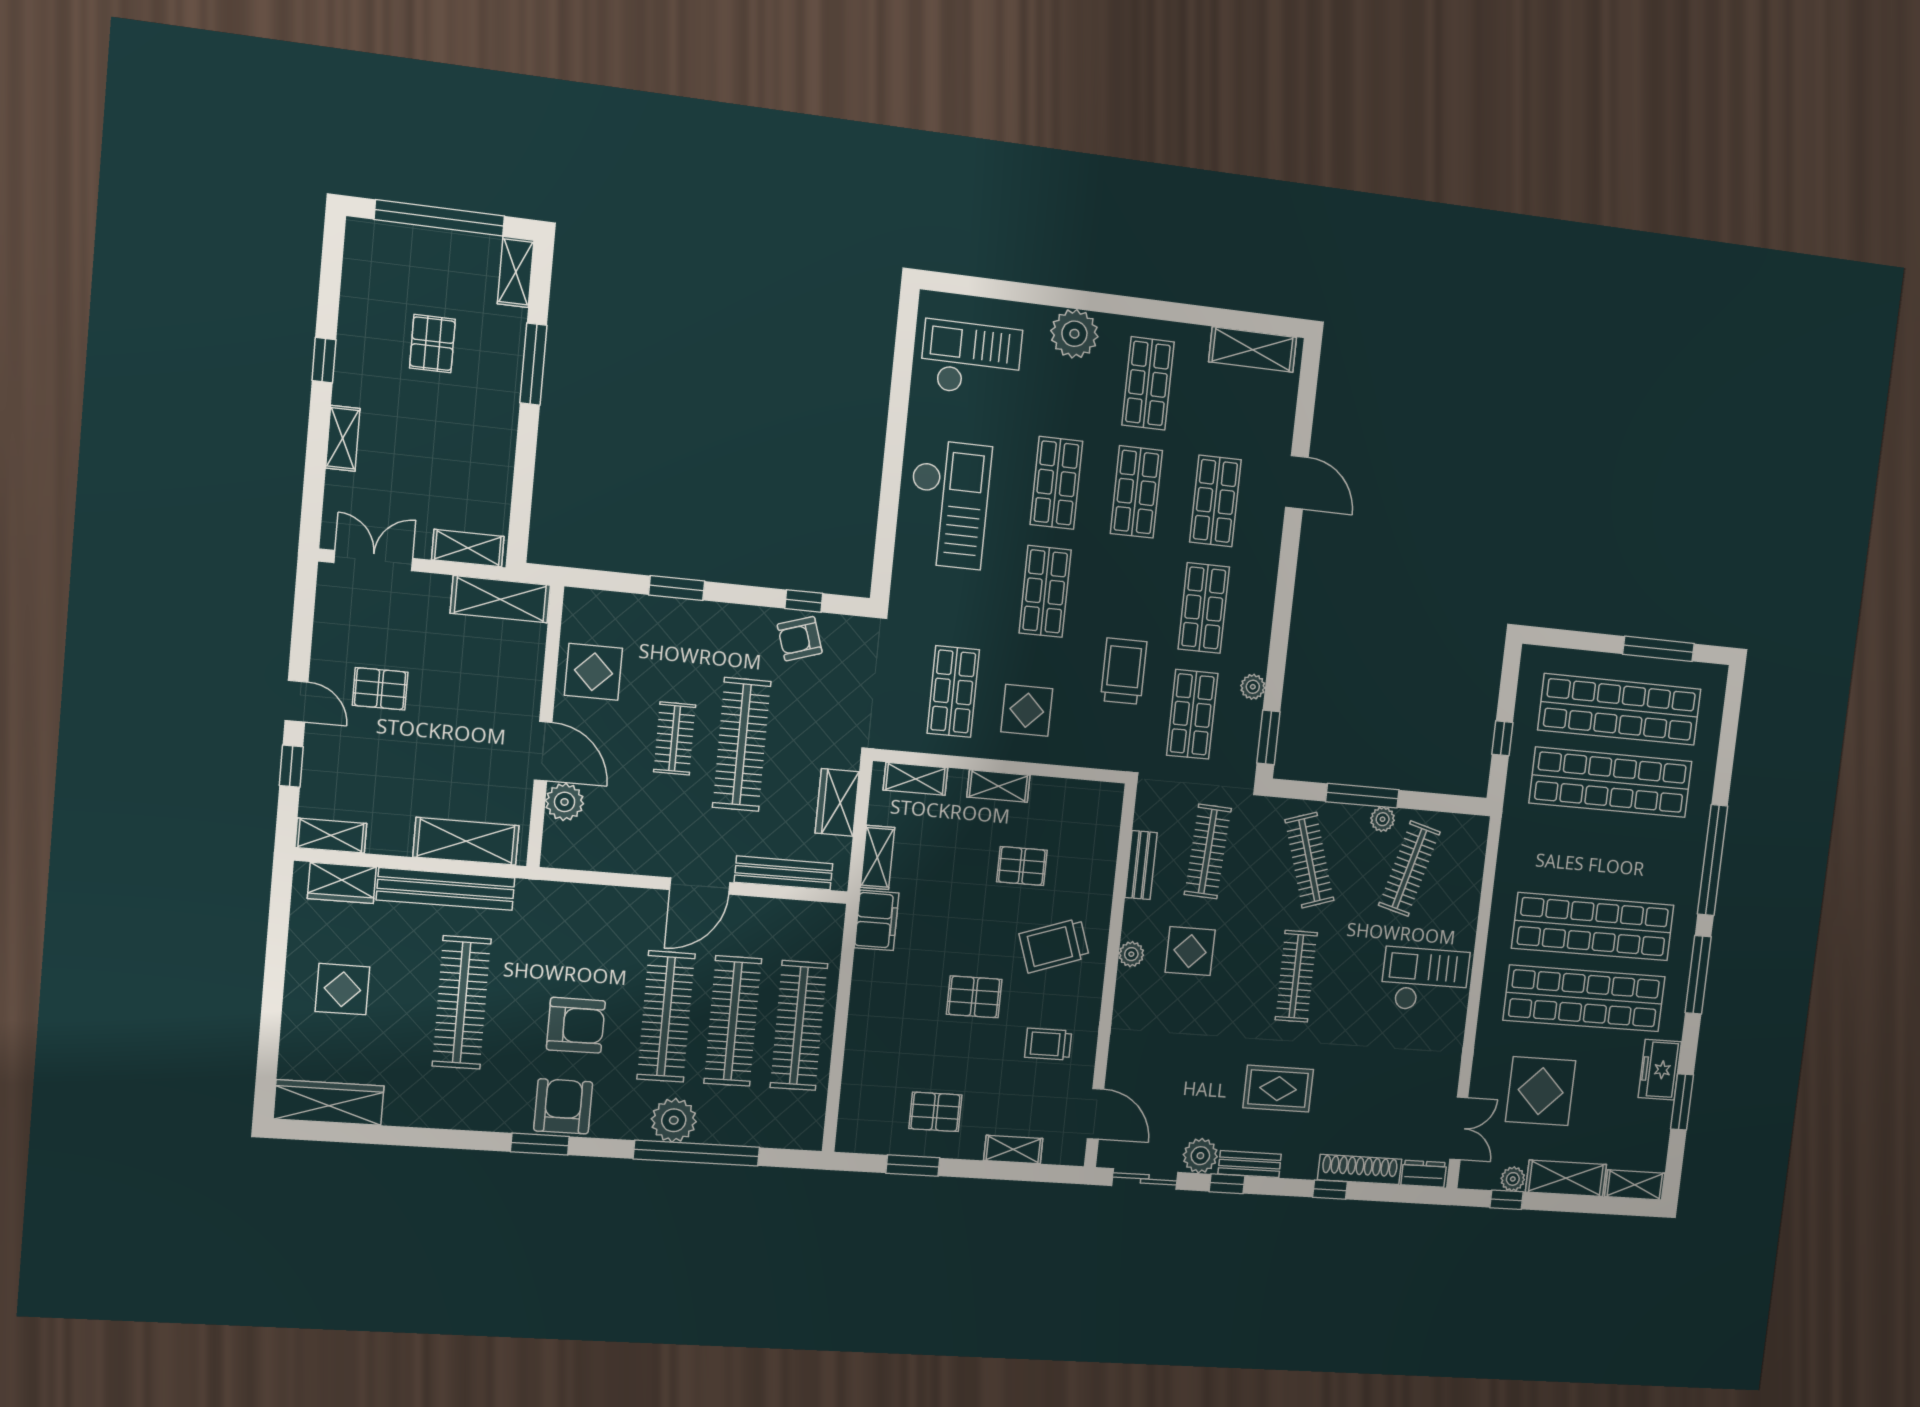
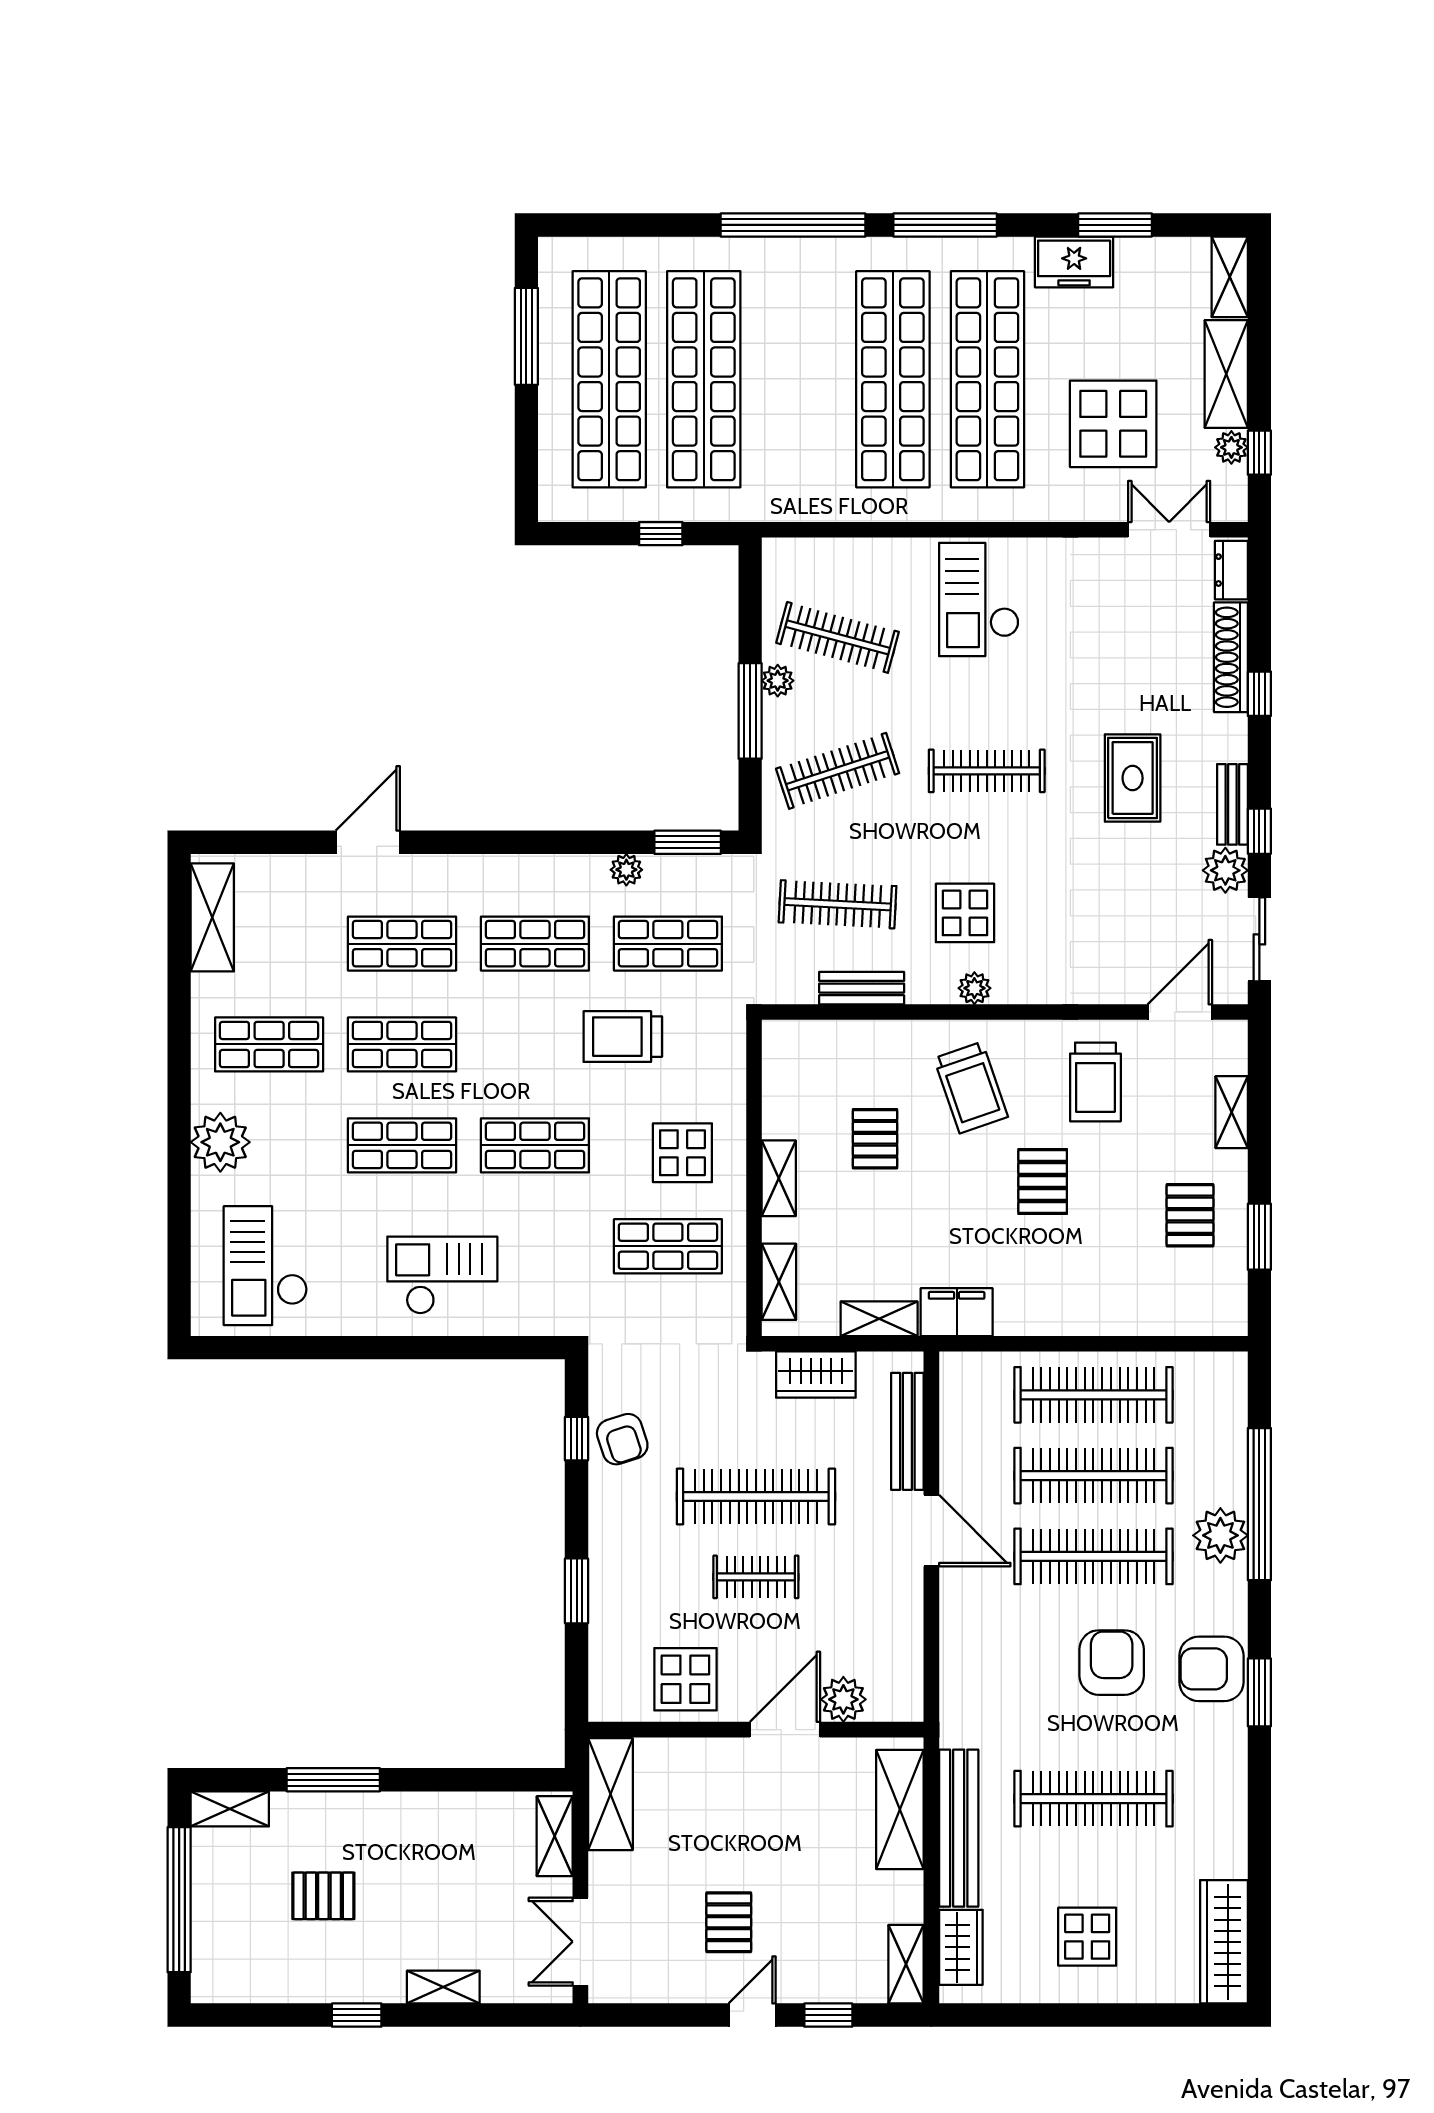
checkout: (948, 504) -> (442, 1275), width x0.73, depth x0.83
trolley: (1048, 1044) -> (1095, 1082), width x1.36, depth x1.39

